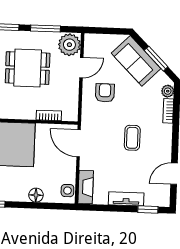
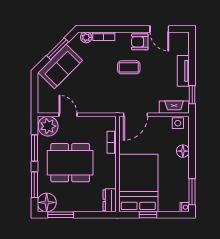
dining table: (28, 68) -> (70, 163), width x1.37
armchair: (105, 93) -> (140, 42), moved
window: (148, 209) -> (192, 95), moved

